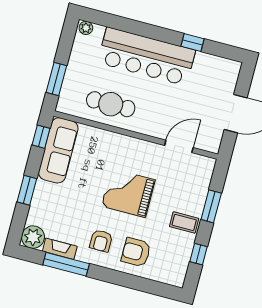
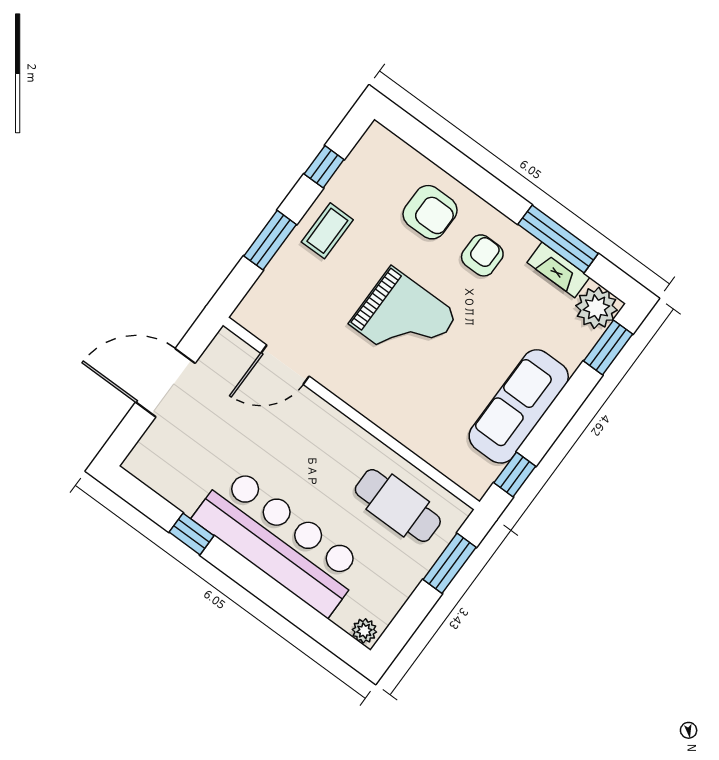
cafe table: (111, 104) -> (398, 506), moved
sofa: (58, 150) -> (519, 406), moved
window: (27, 190) -> (608, 348), moved
coffee table: (184, 222) -> (327, 231), turned 90

